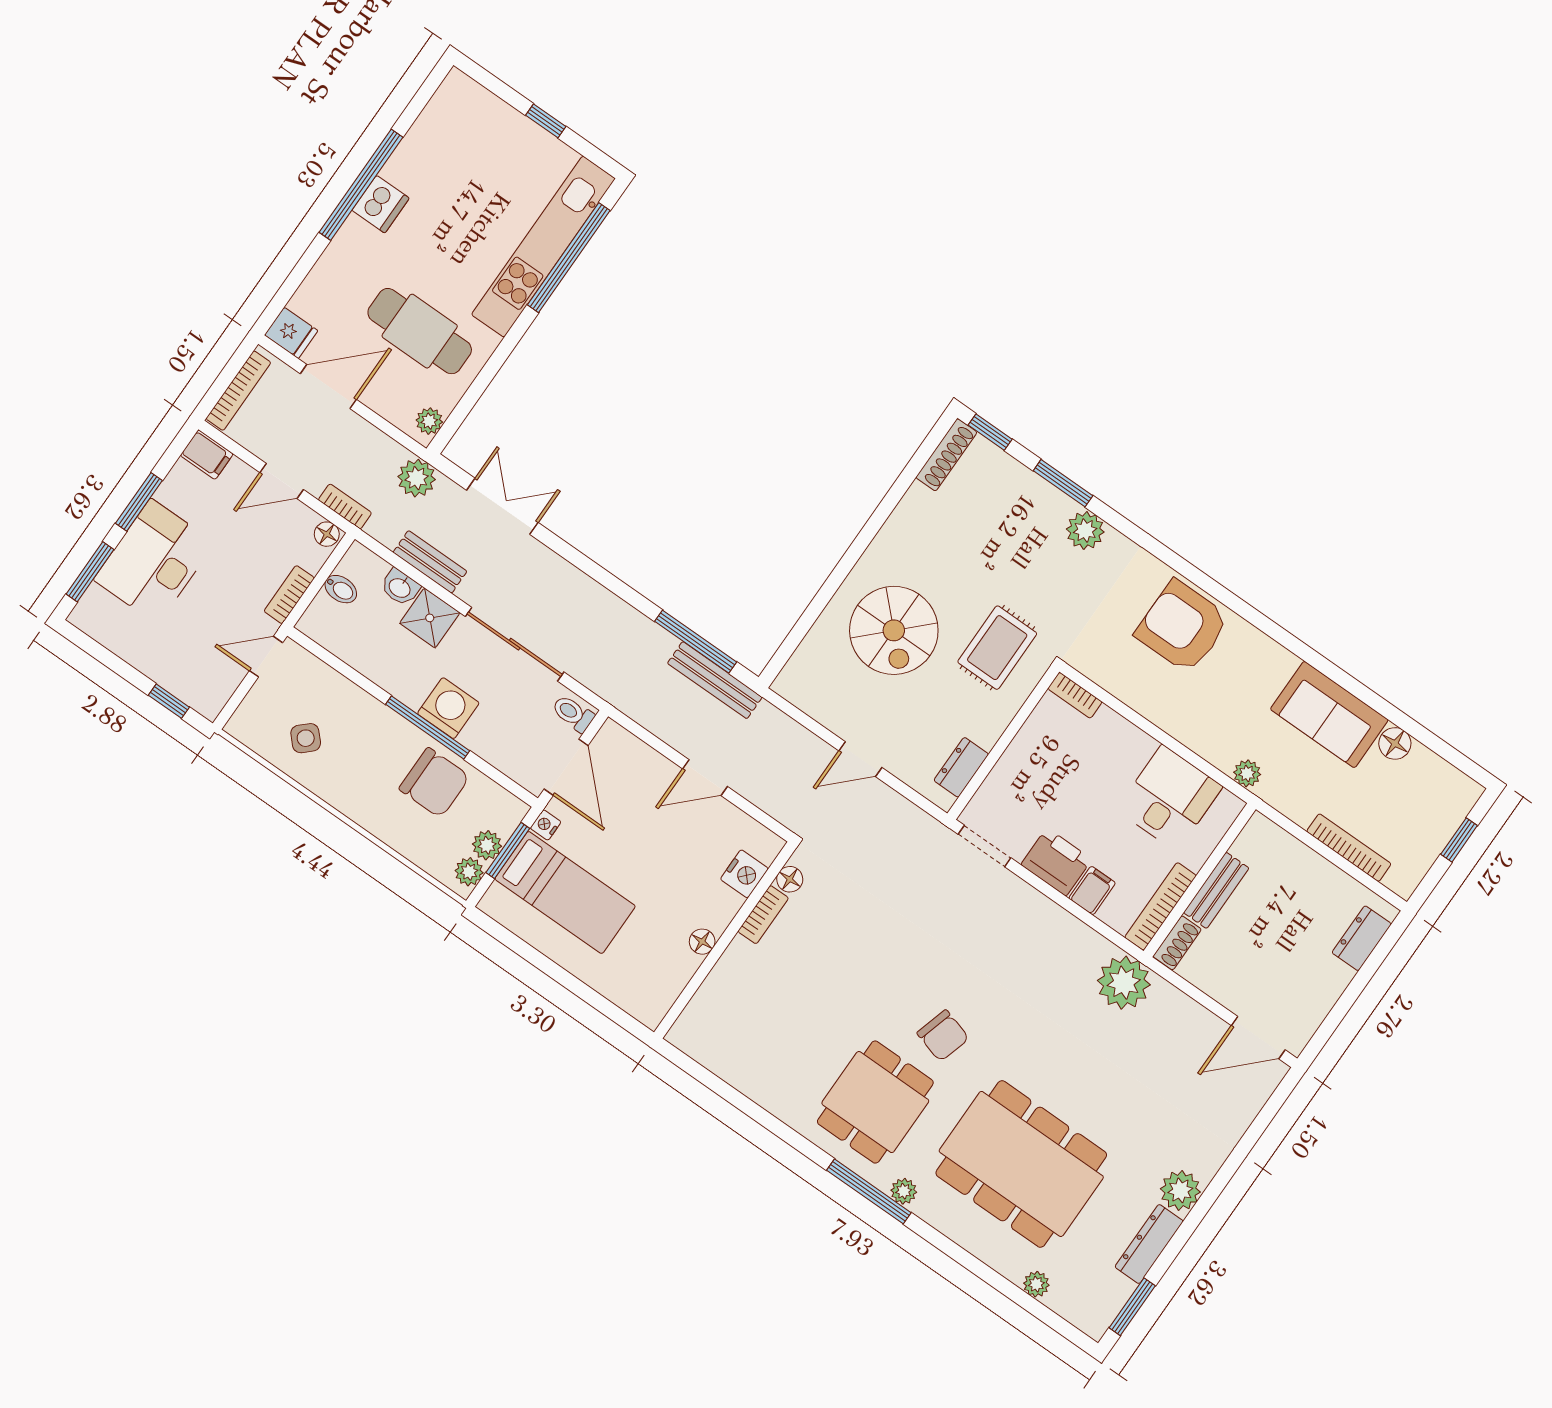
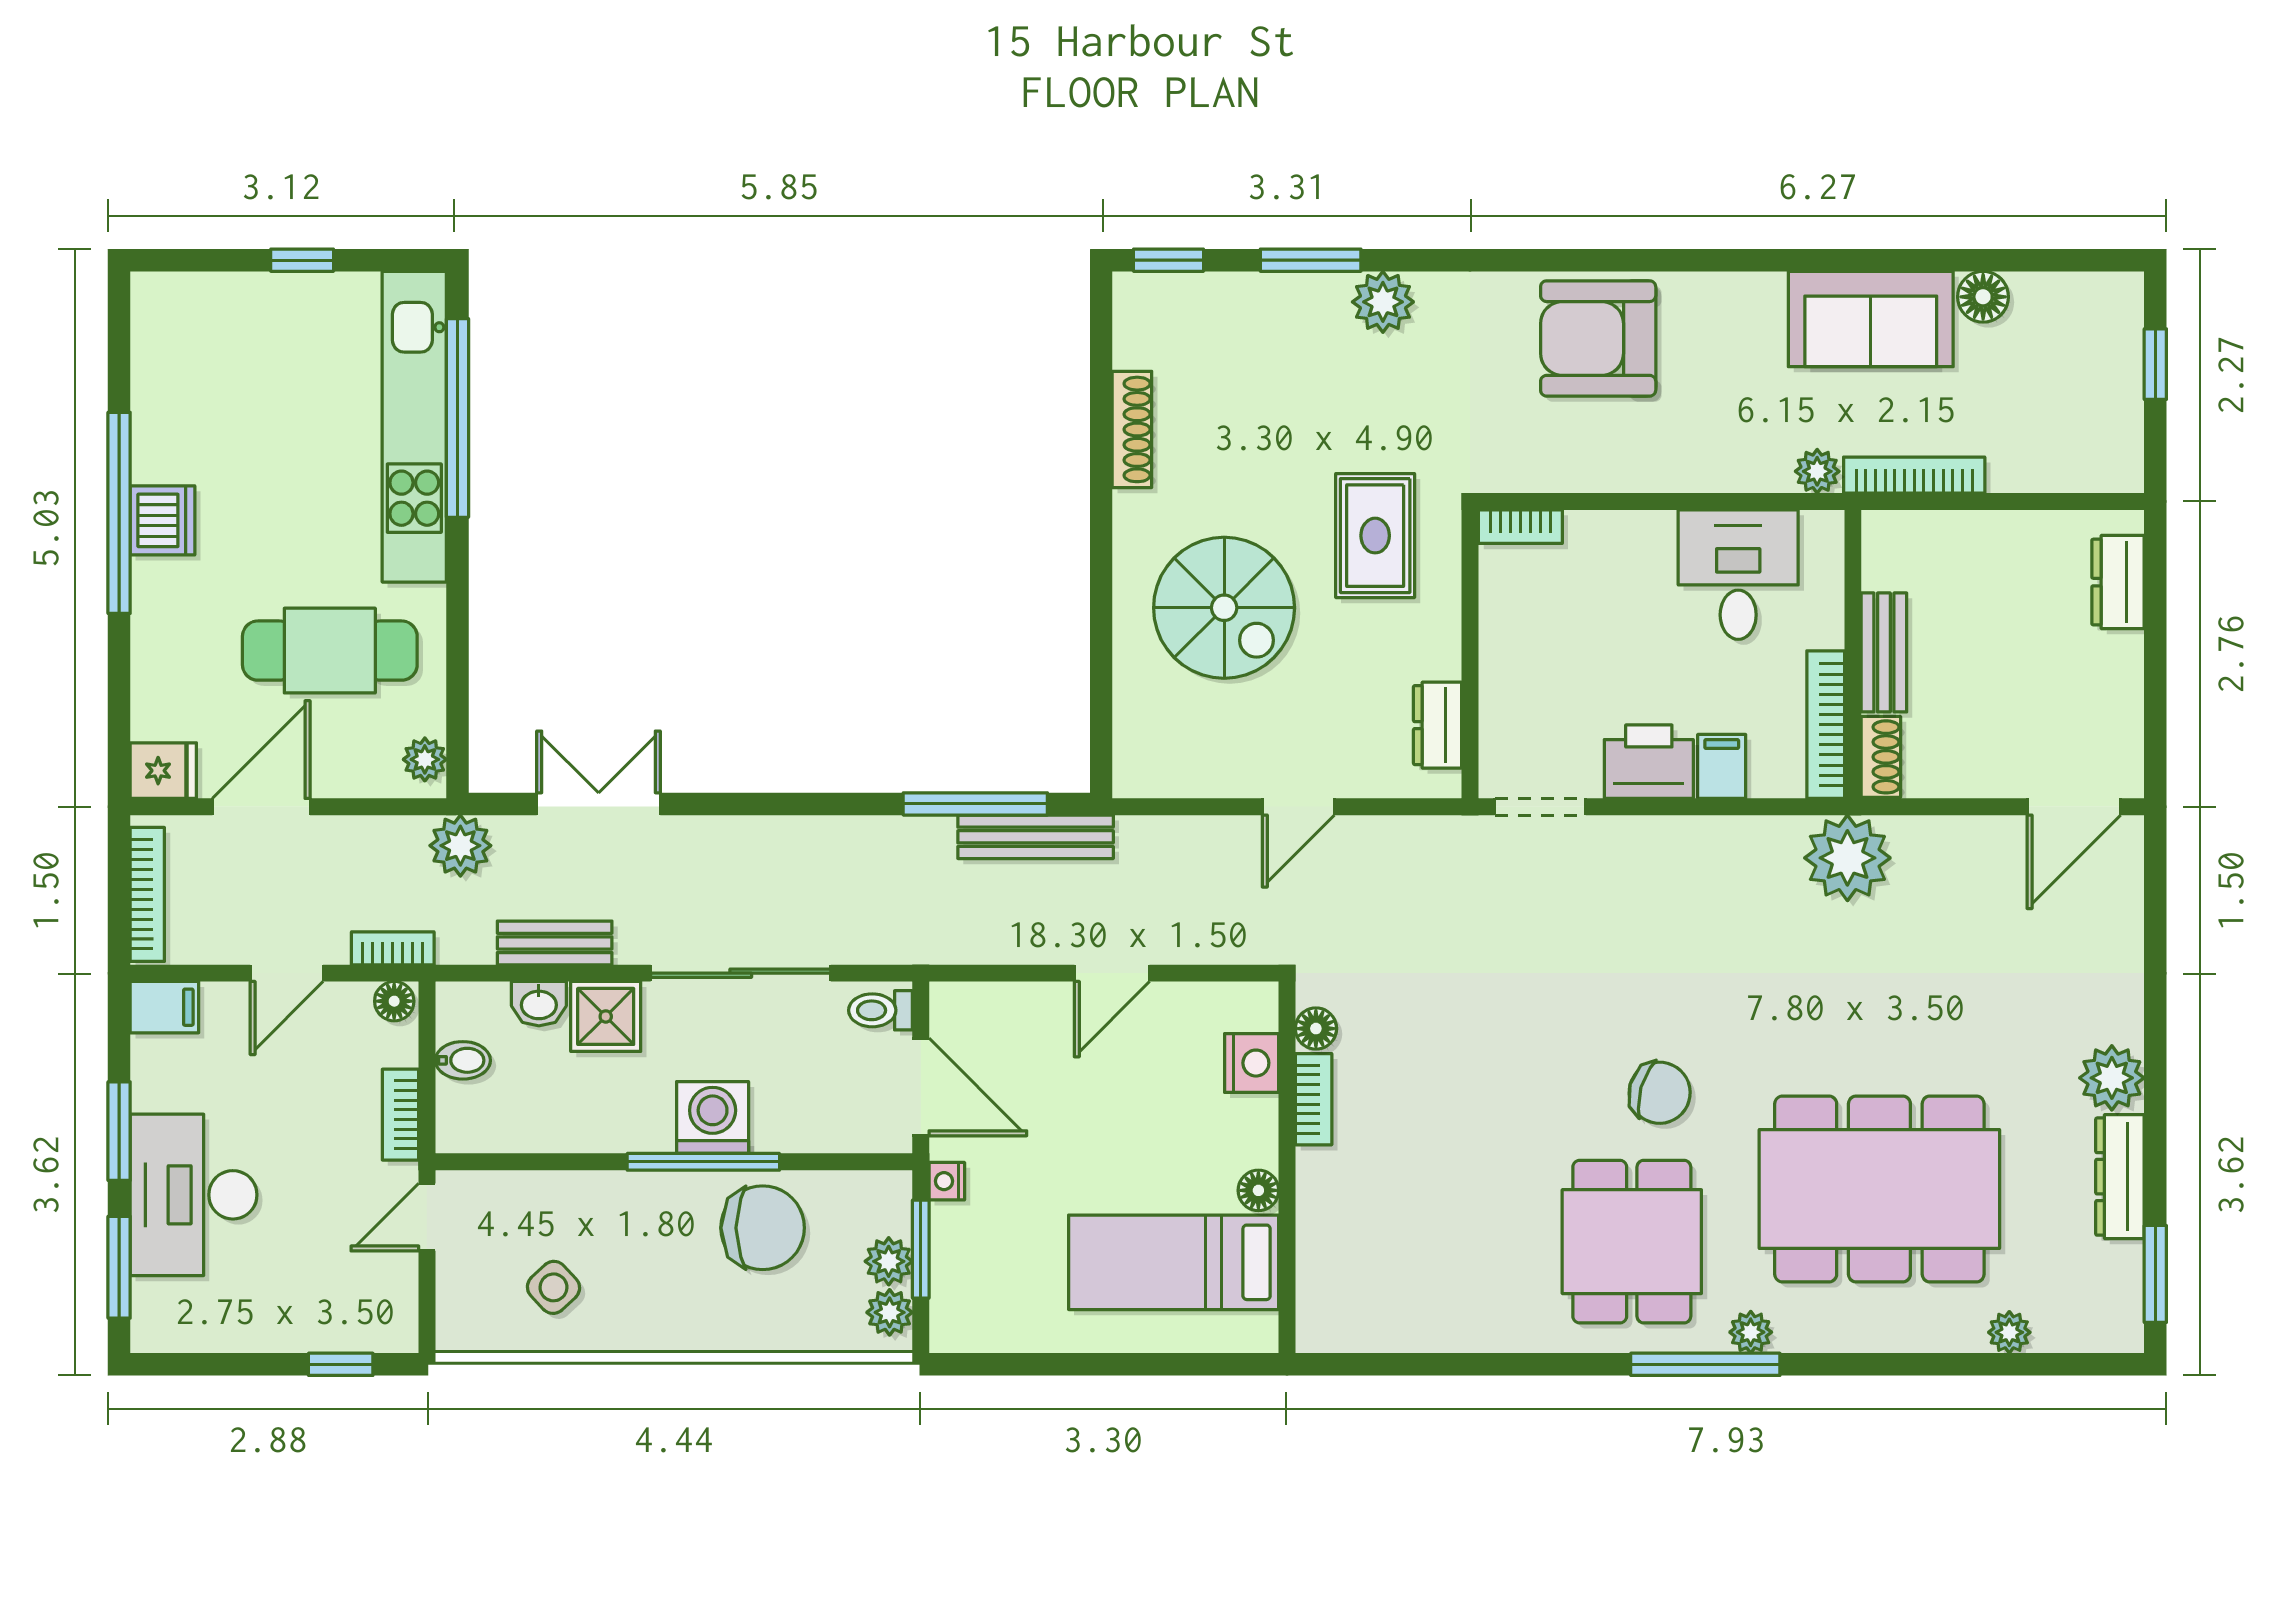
shoe rack: (946, 455) -> (1132, 429), moved
bookcase: (1349, 848) -> (1914, 475), moved
bed: (565, 892) -> (1174, 1262), moved, turned 180

